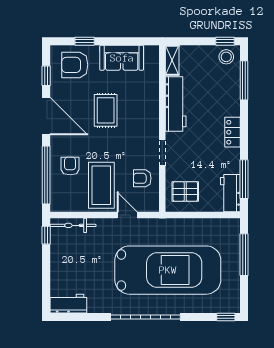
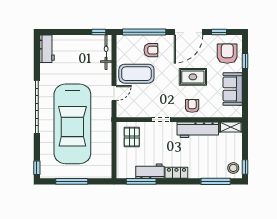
armchair: (142, 178) -> (192, 106), moved
workbench: (230, 193) -> (150, 171), moved
window: (244, 255) -> (72, 181), moved

